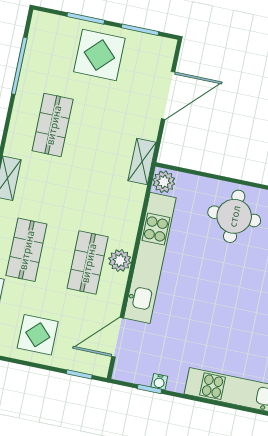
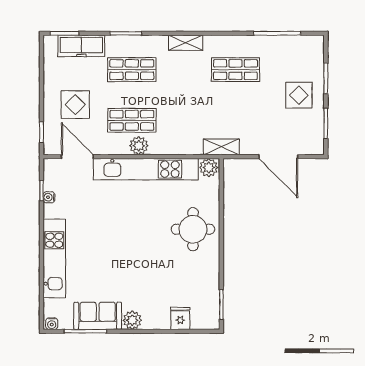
display table: (99, 55) -> (299, 95), width x0.73, depth x0.73
display table: (38, 335) -> (75, 105), moved

